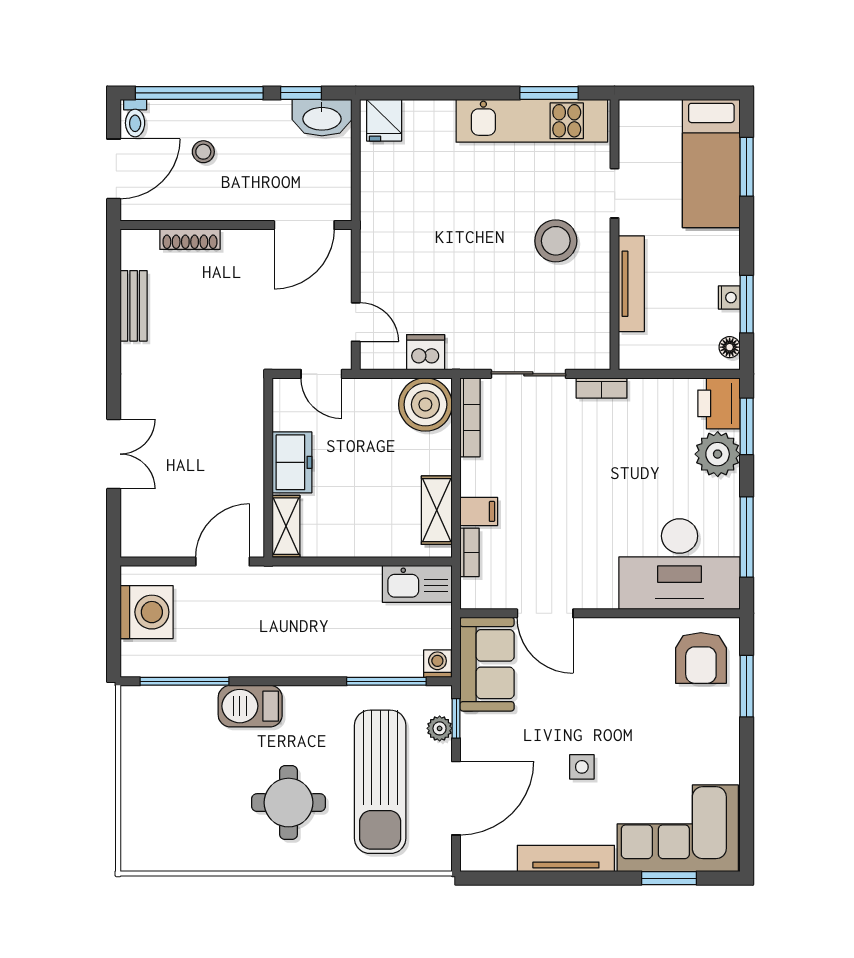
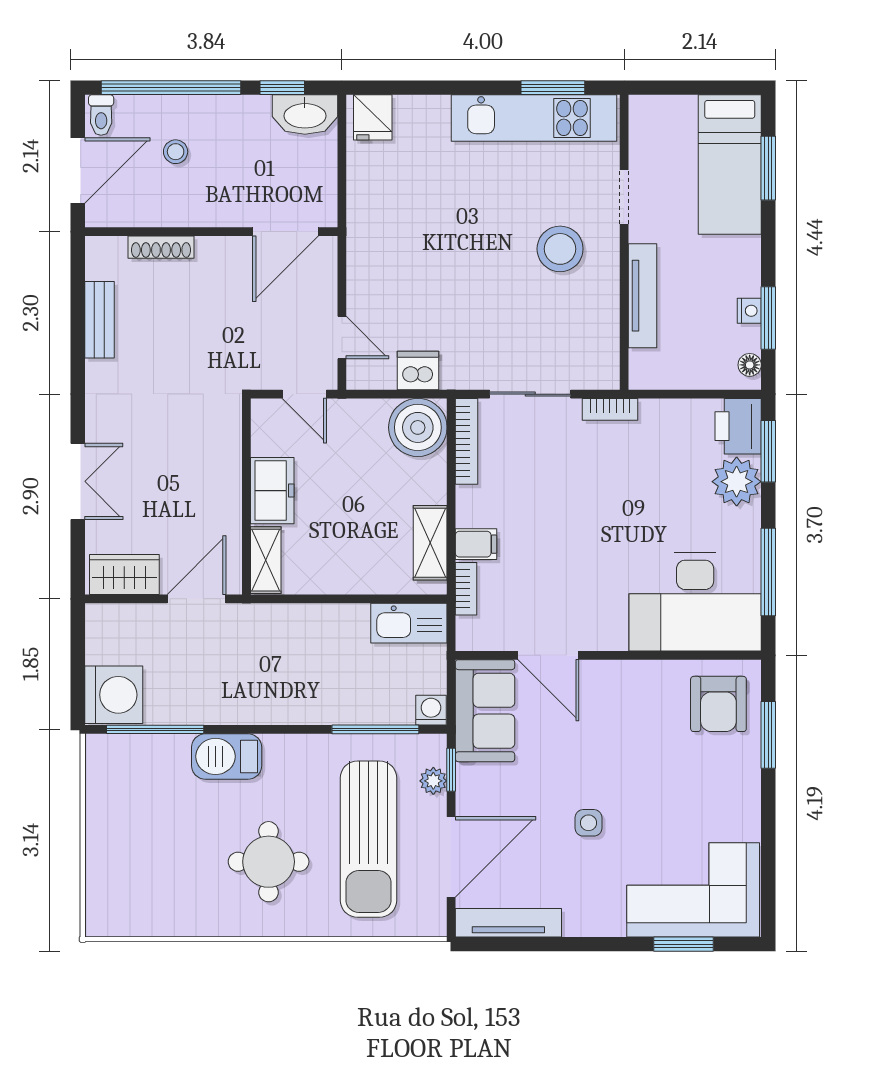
wardrobe: (156, 539) -> (124, 574), added
washing machine: (147, 612) -> (114, 695), moved
tv unit: (566, 858) -> (508, 923), moved

